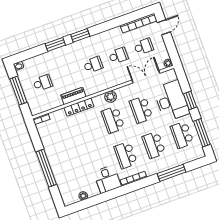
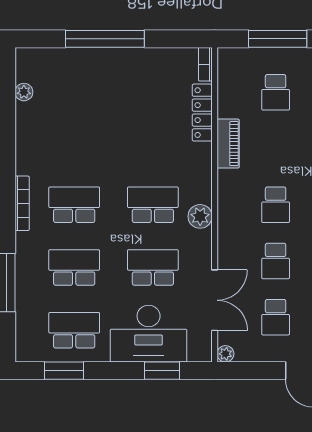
window: (190, 100) -> (162, 371), moved
locker: (79, 107) -> (202, 113), moved
window: (202, 133) -> (64, 371), width x0.69
desk: (107, 179) -> (40, 151), removed

